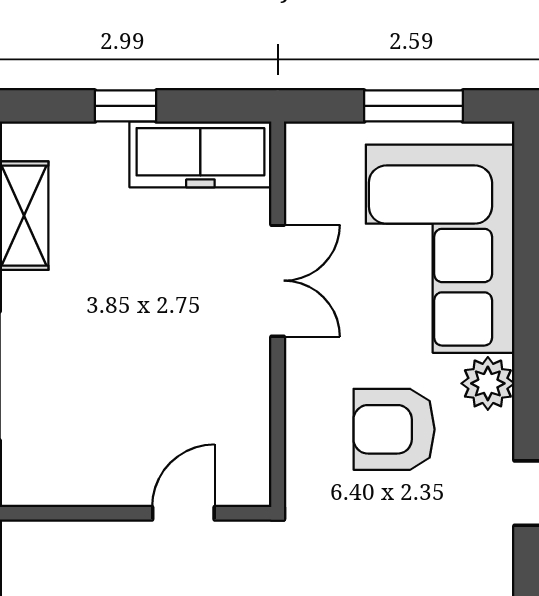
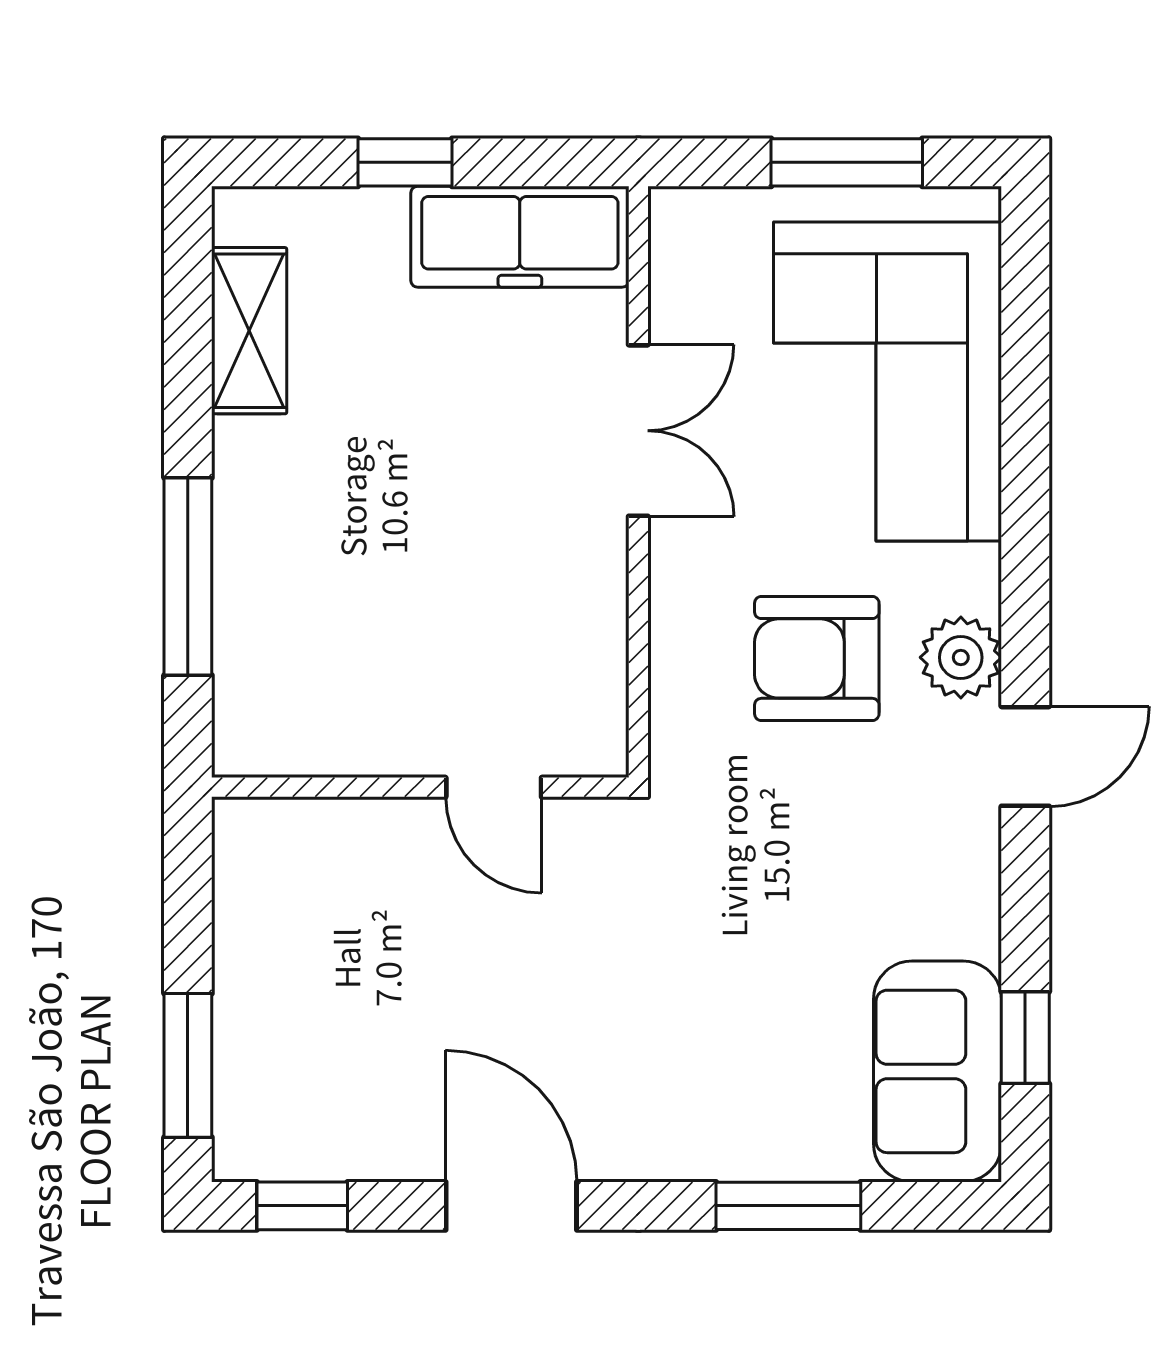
plant: (488, 383) -> (961, 657), moved
door: (183, 513) -> (494, 787), swing flipped

